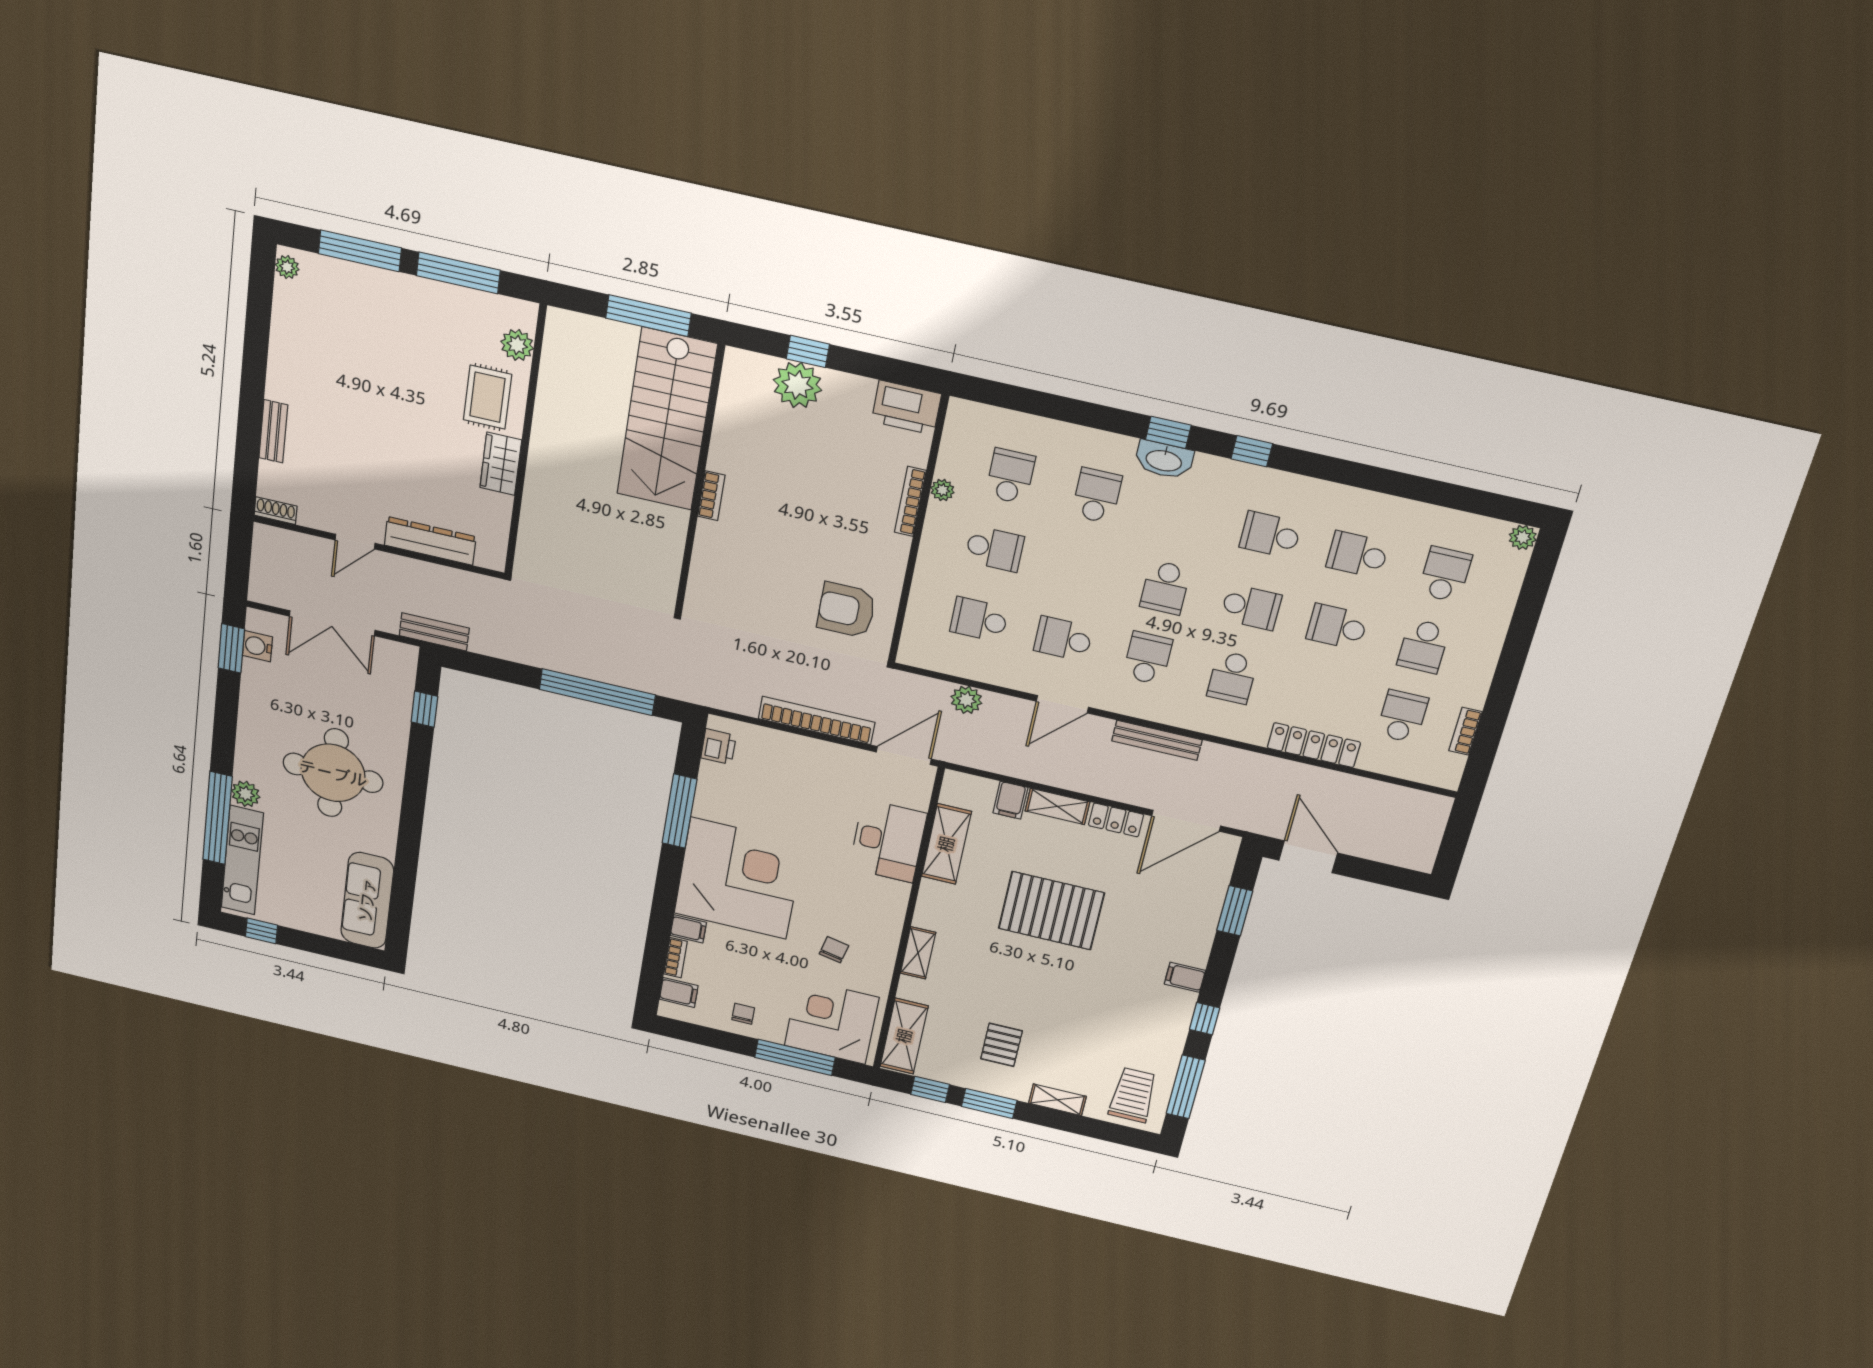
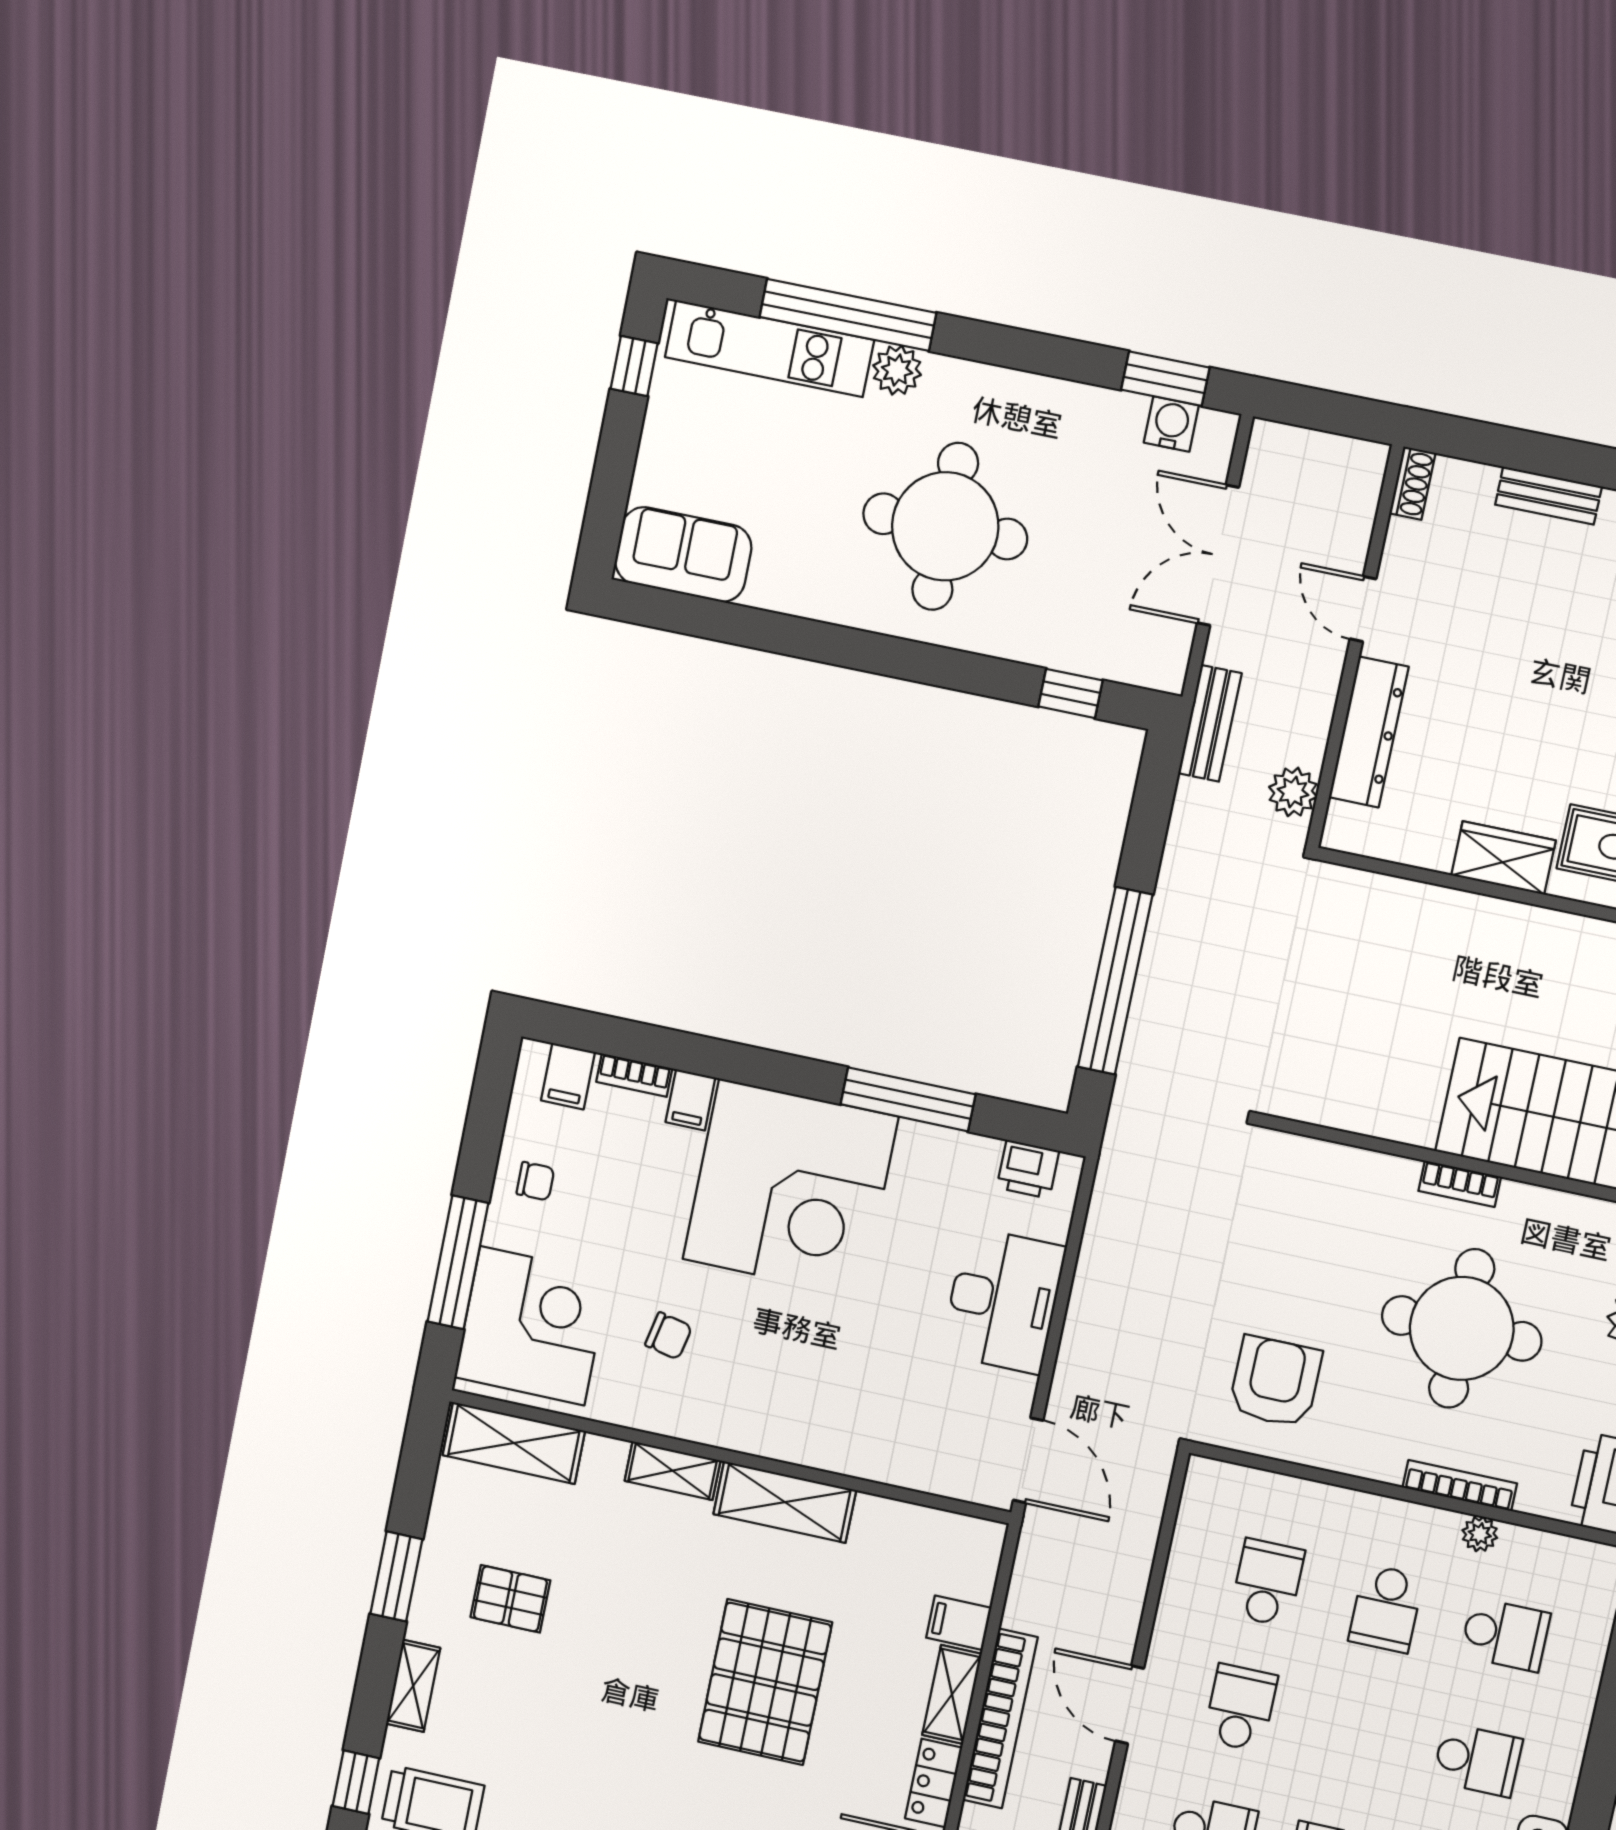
round table: (806, 497) -> (1462, 1328), added
plant: (966, 700) -> (1293, 792), moved
bookcase: (817, 720) -> (1000, 1719), moved
desk: (888, 841) -> (1003, 1300), moved, turned -90
shelving: (946, 844) -> (785, 1502), moved
sofa: (367, 900) -> (683, 554), width x0.73
window: (930, 1089) -> (356, 1782), moved

